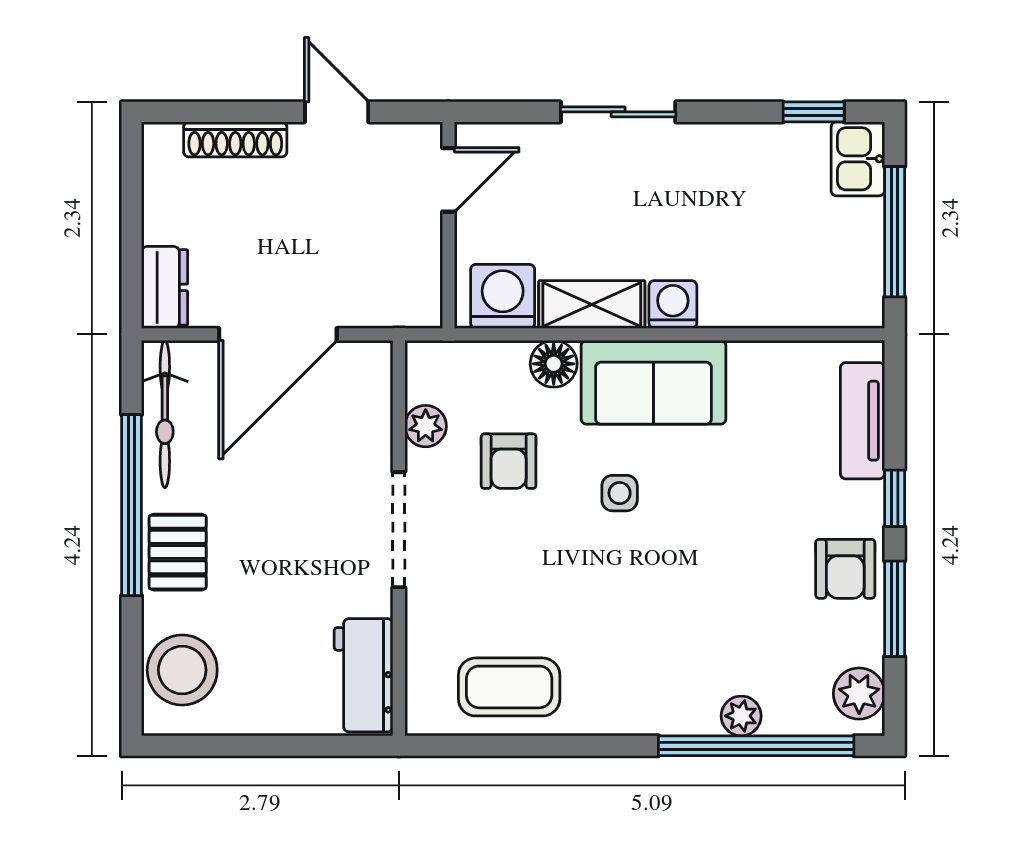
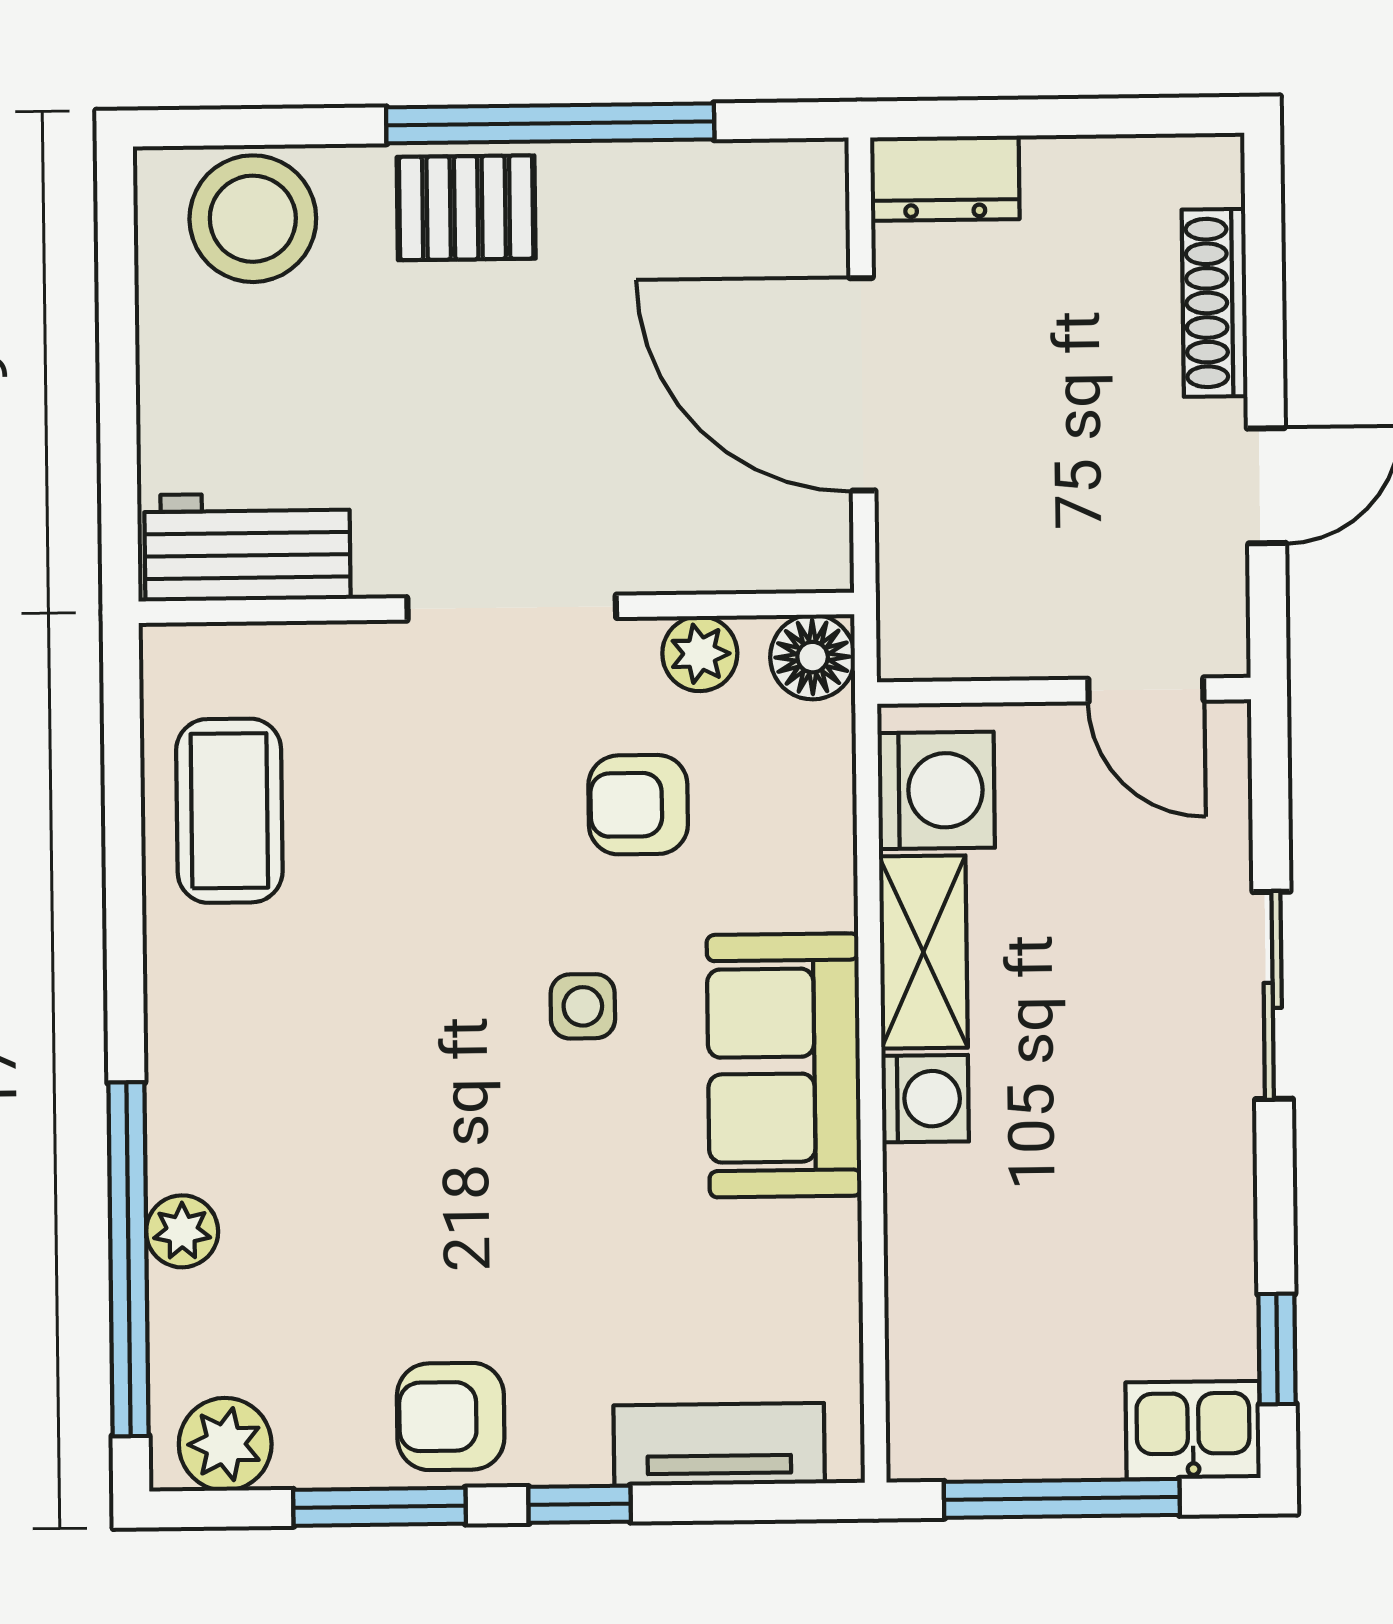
floor lamp: (554, 364) -> (813, 657), moved
bicycle: (165, 414) -> (716, 182), removed

